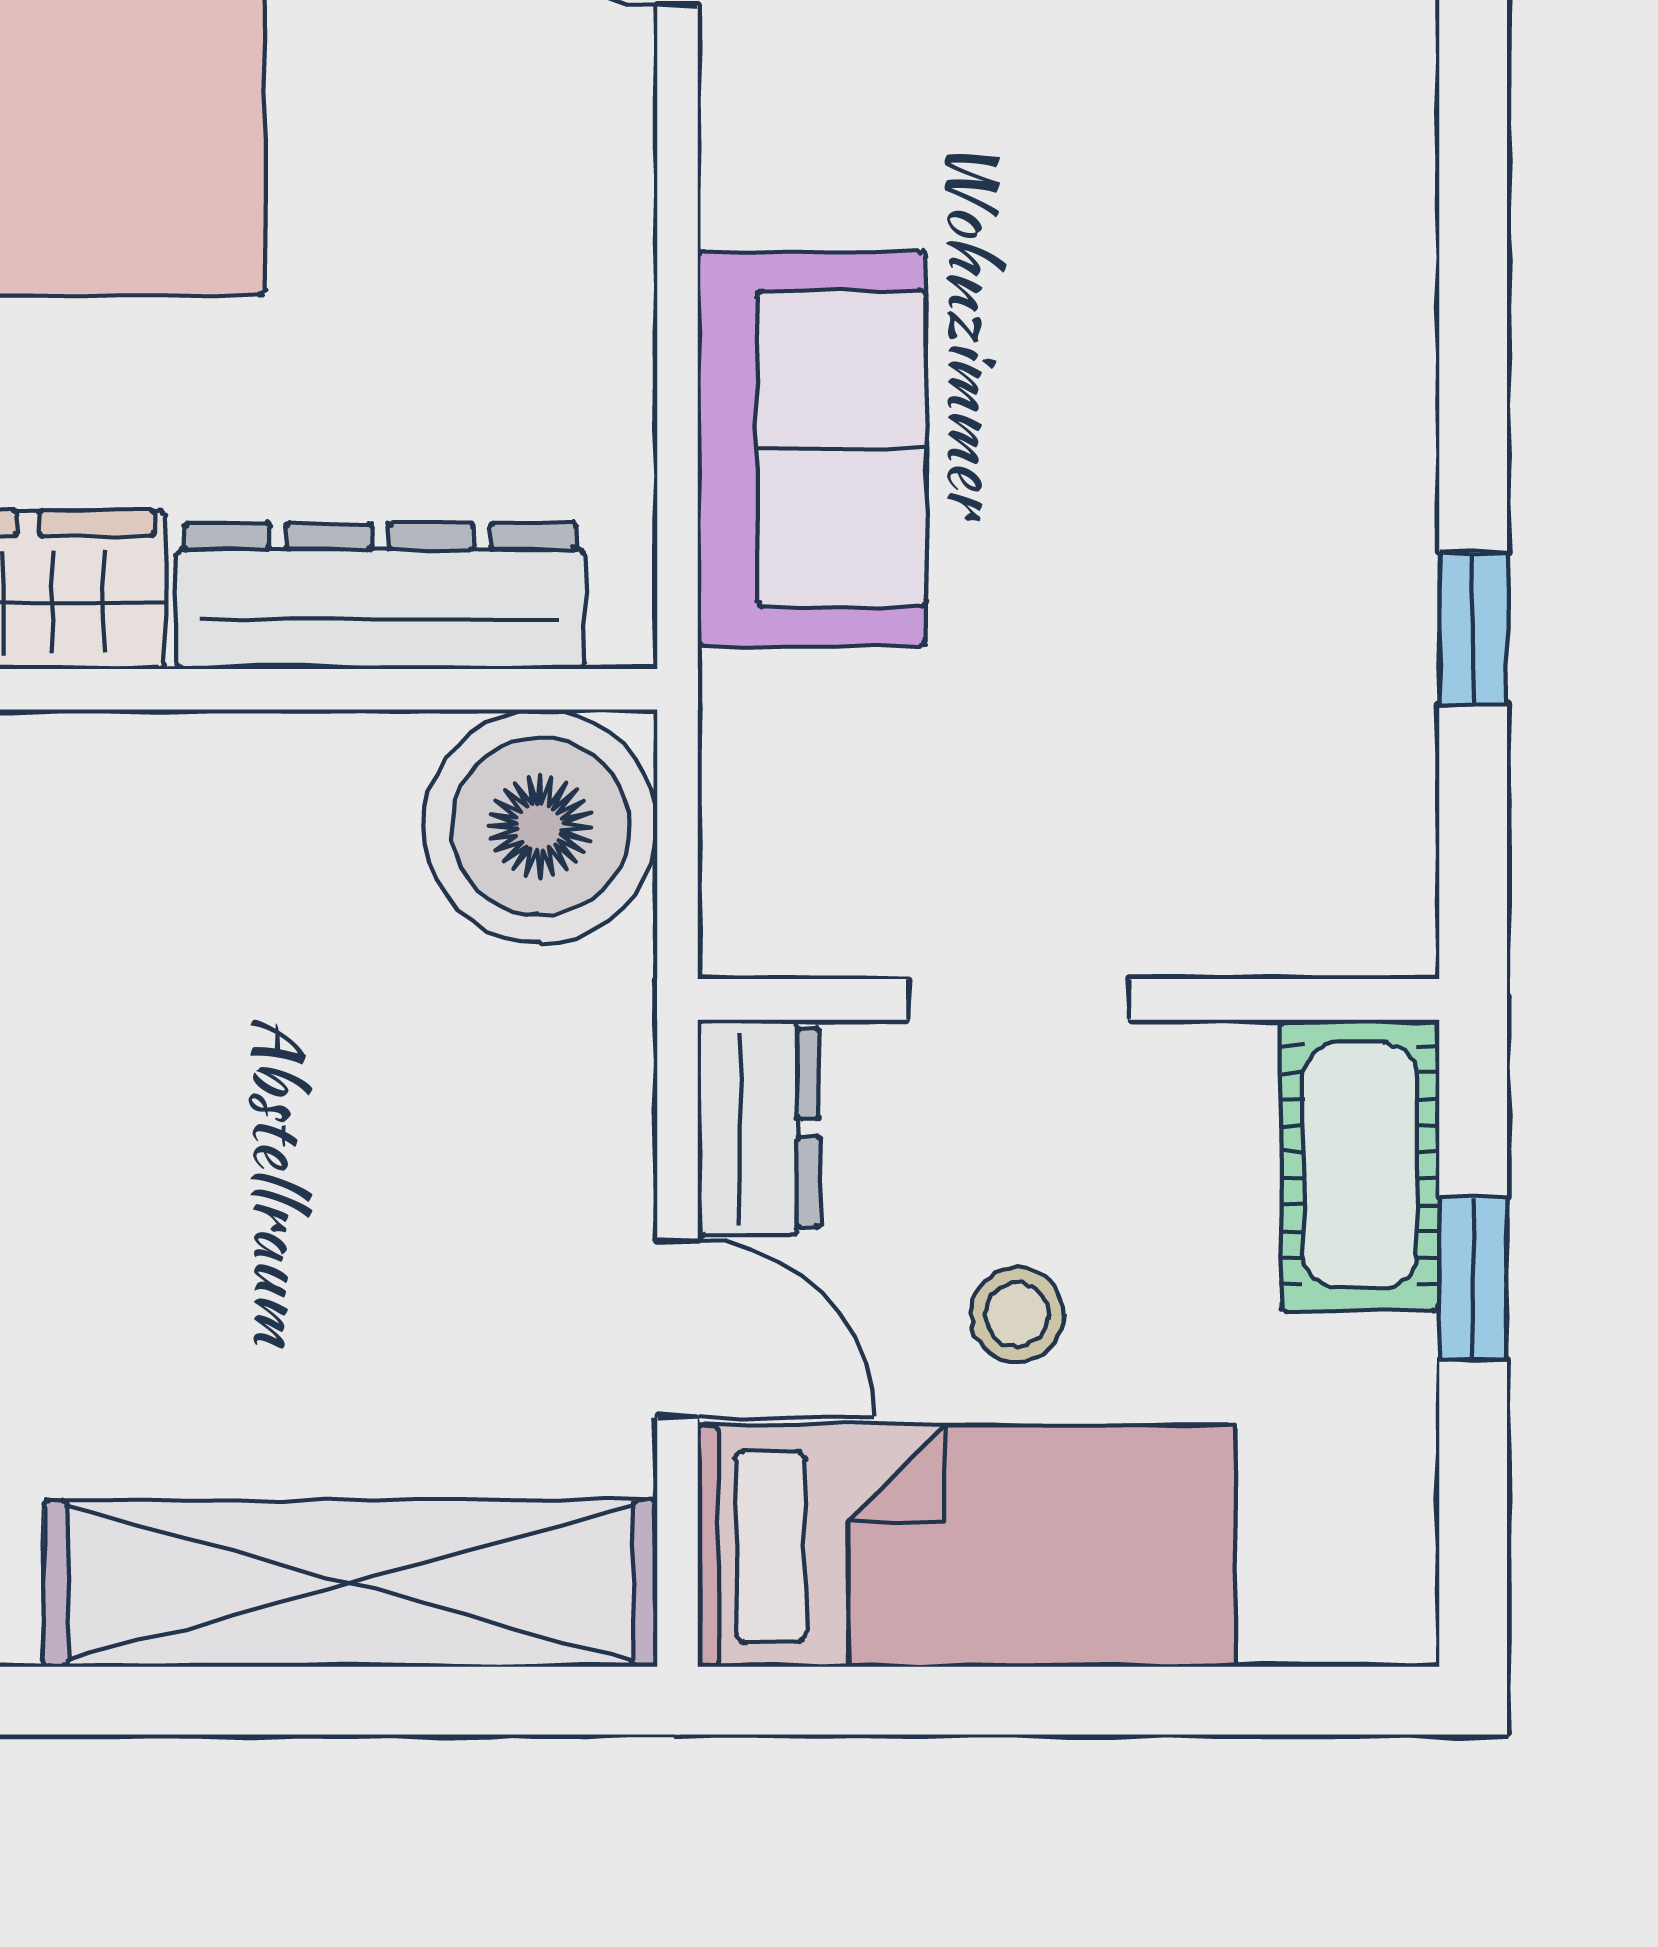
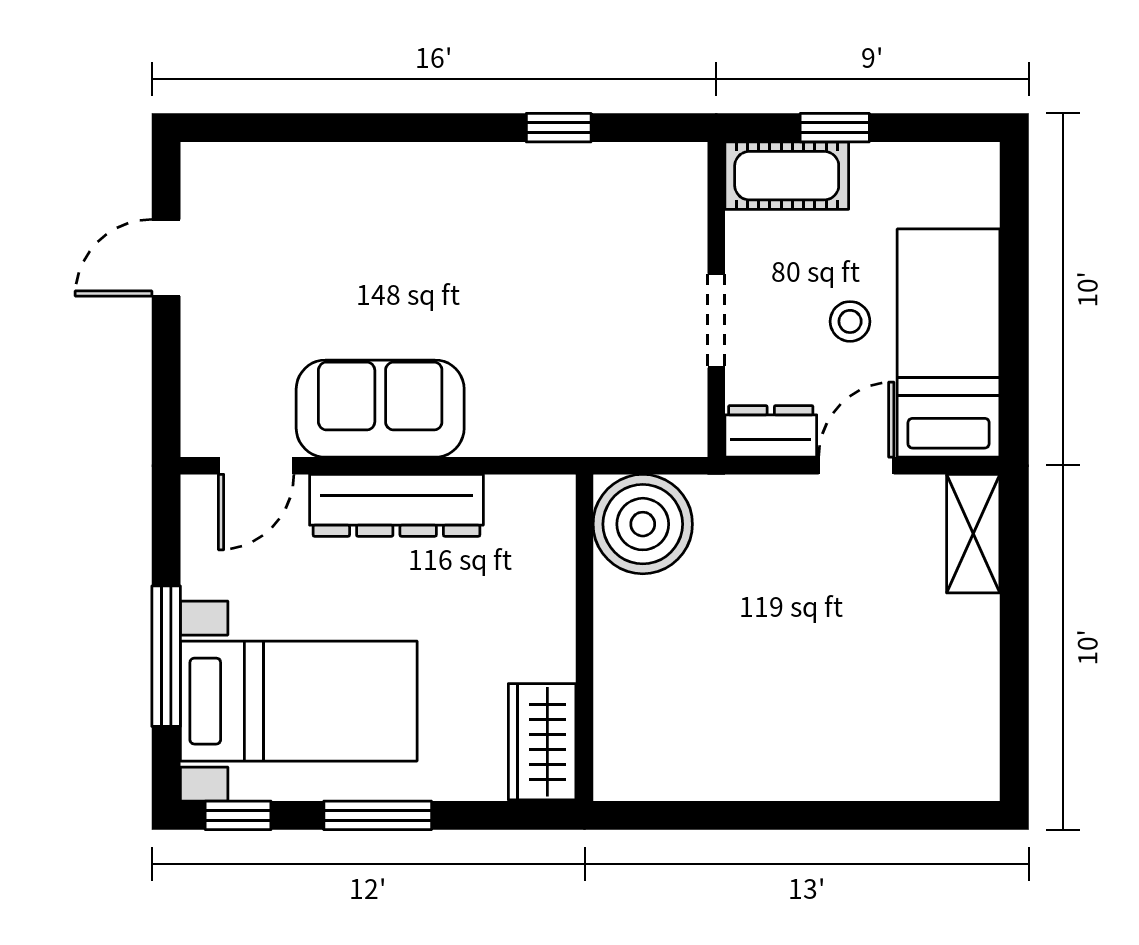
sofa: (812, 448) -> (380, 409), moved
dresser: (380, 596) -> (396, 505), moved, turned -90
shelving: (350, 1583) -> (973, 534), width x0.45, depth x0.75

